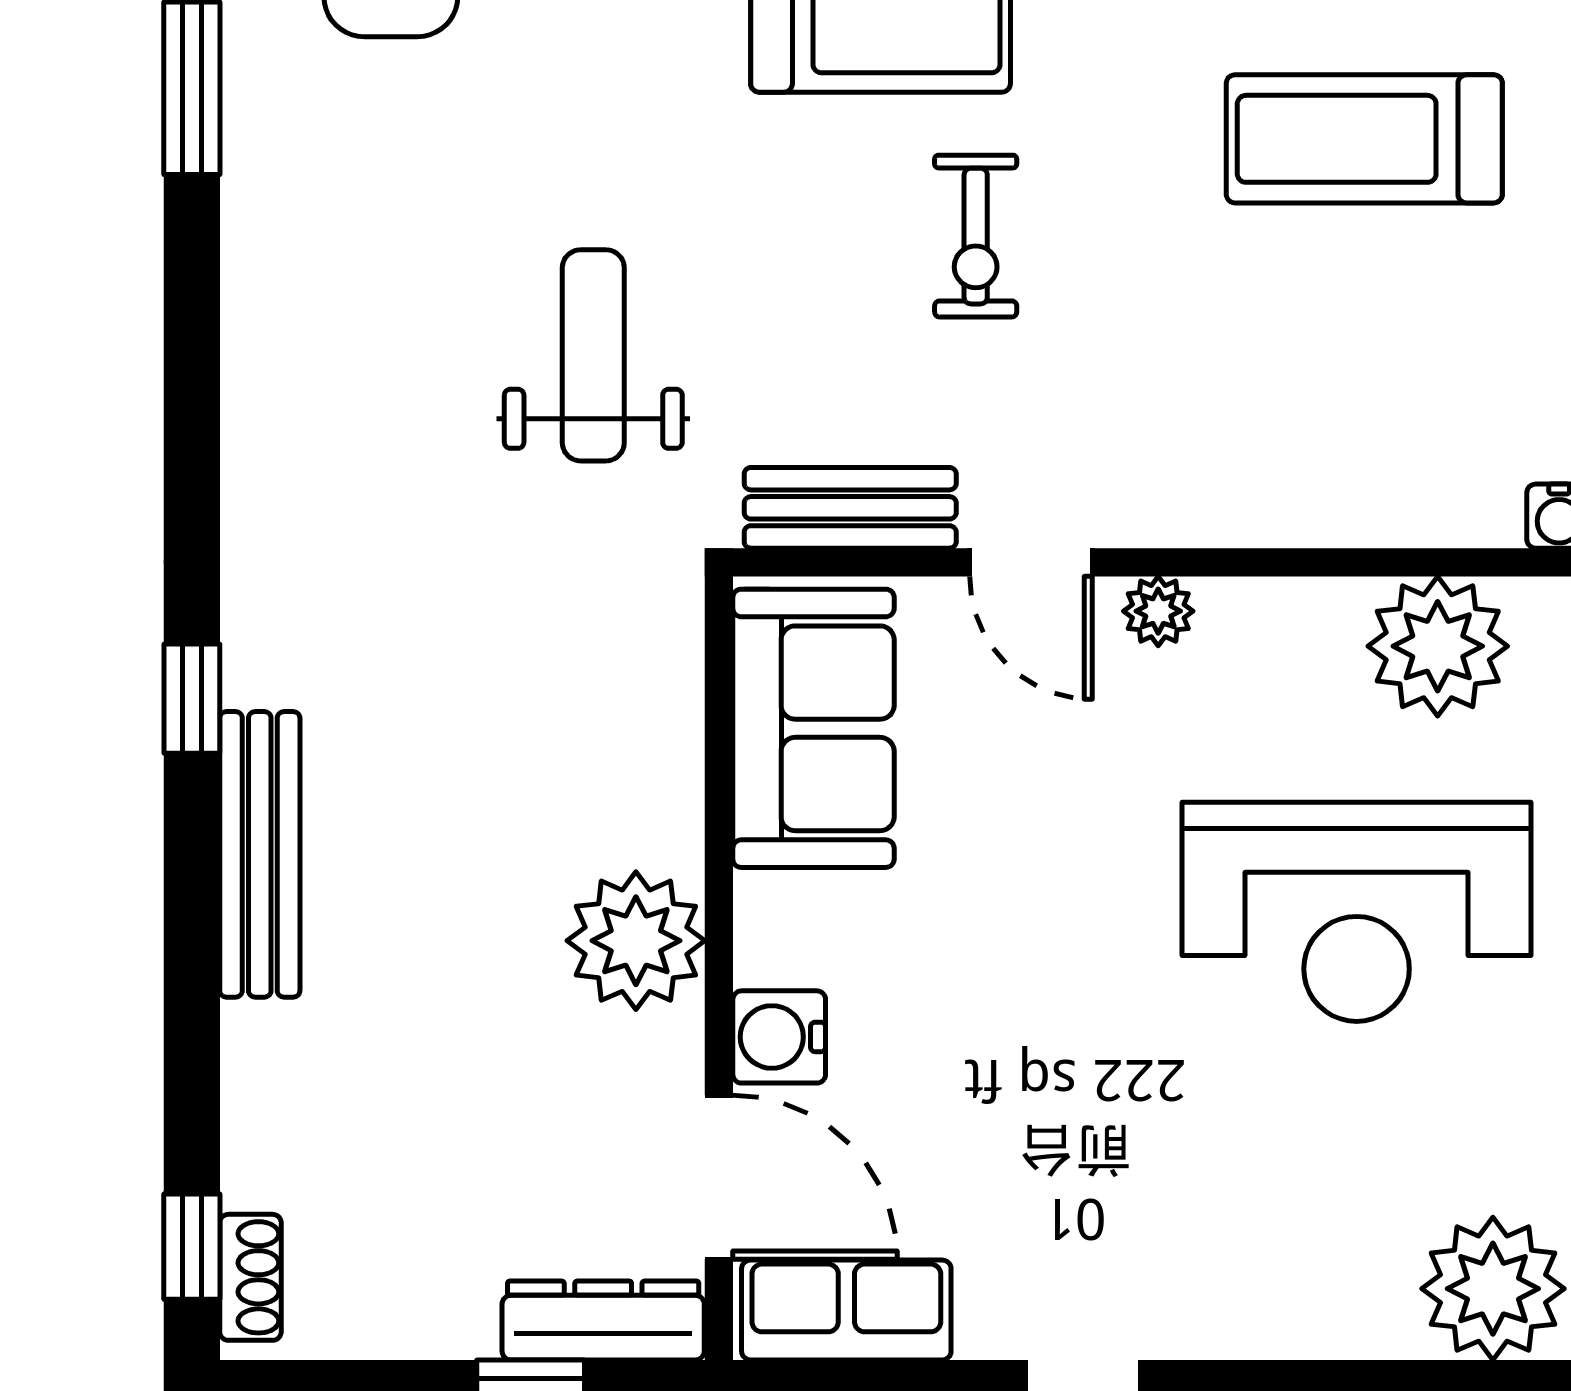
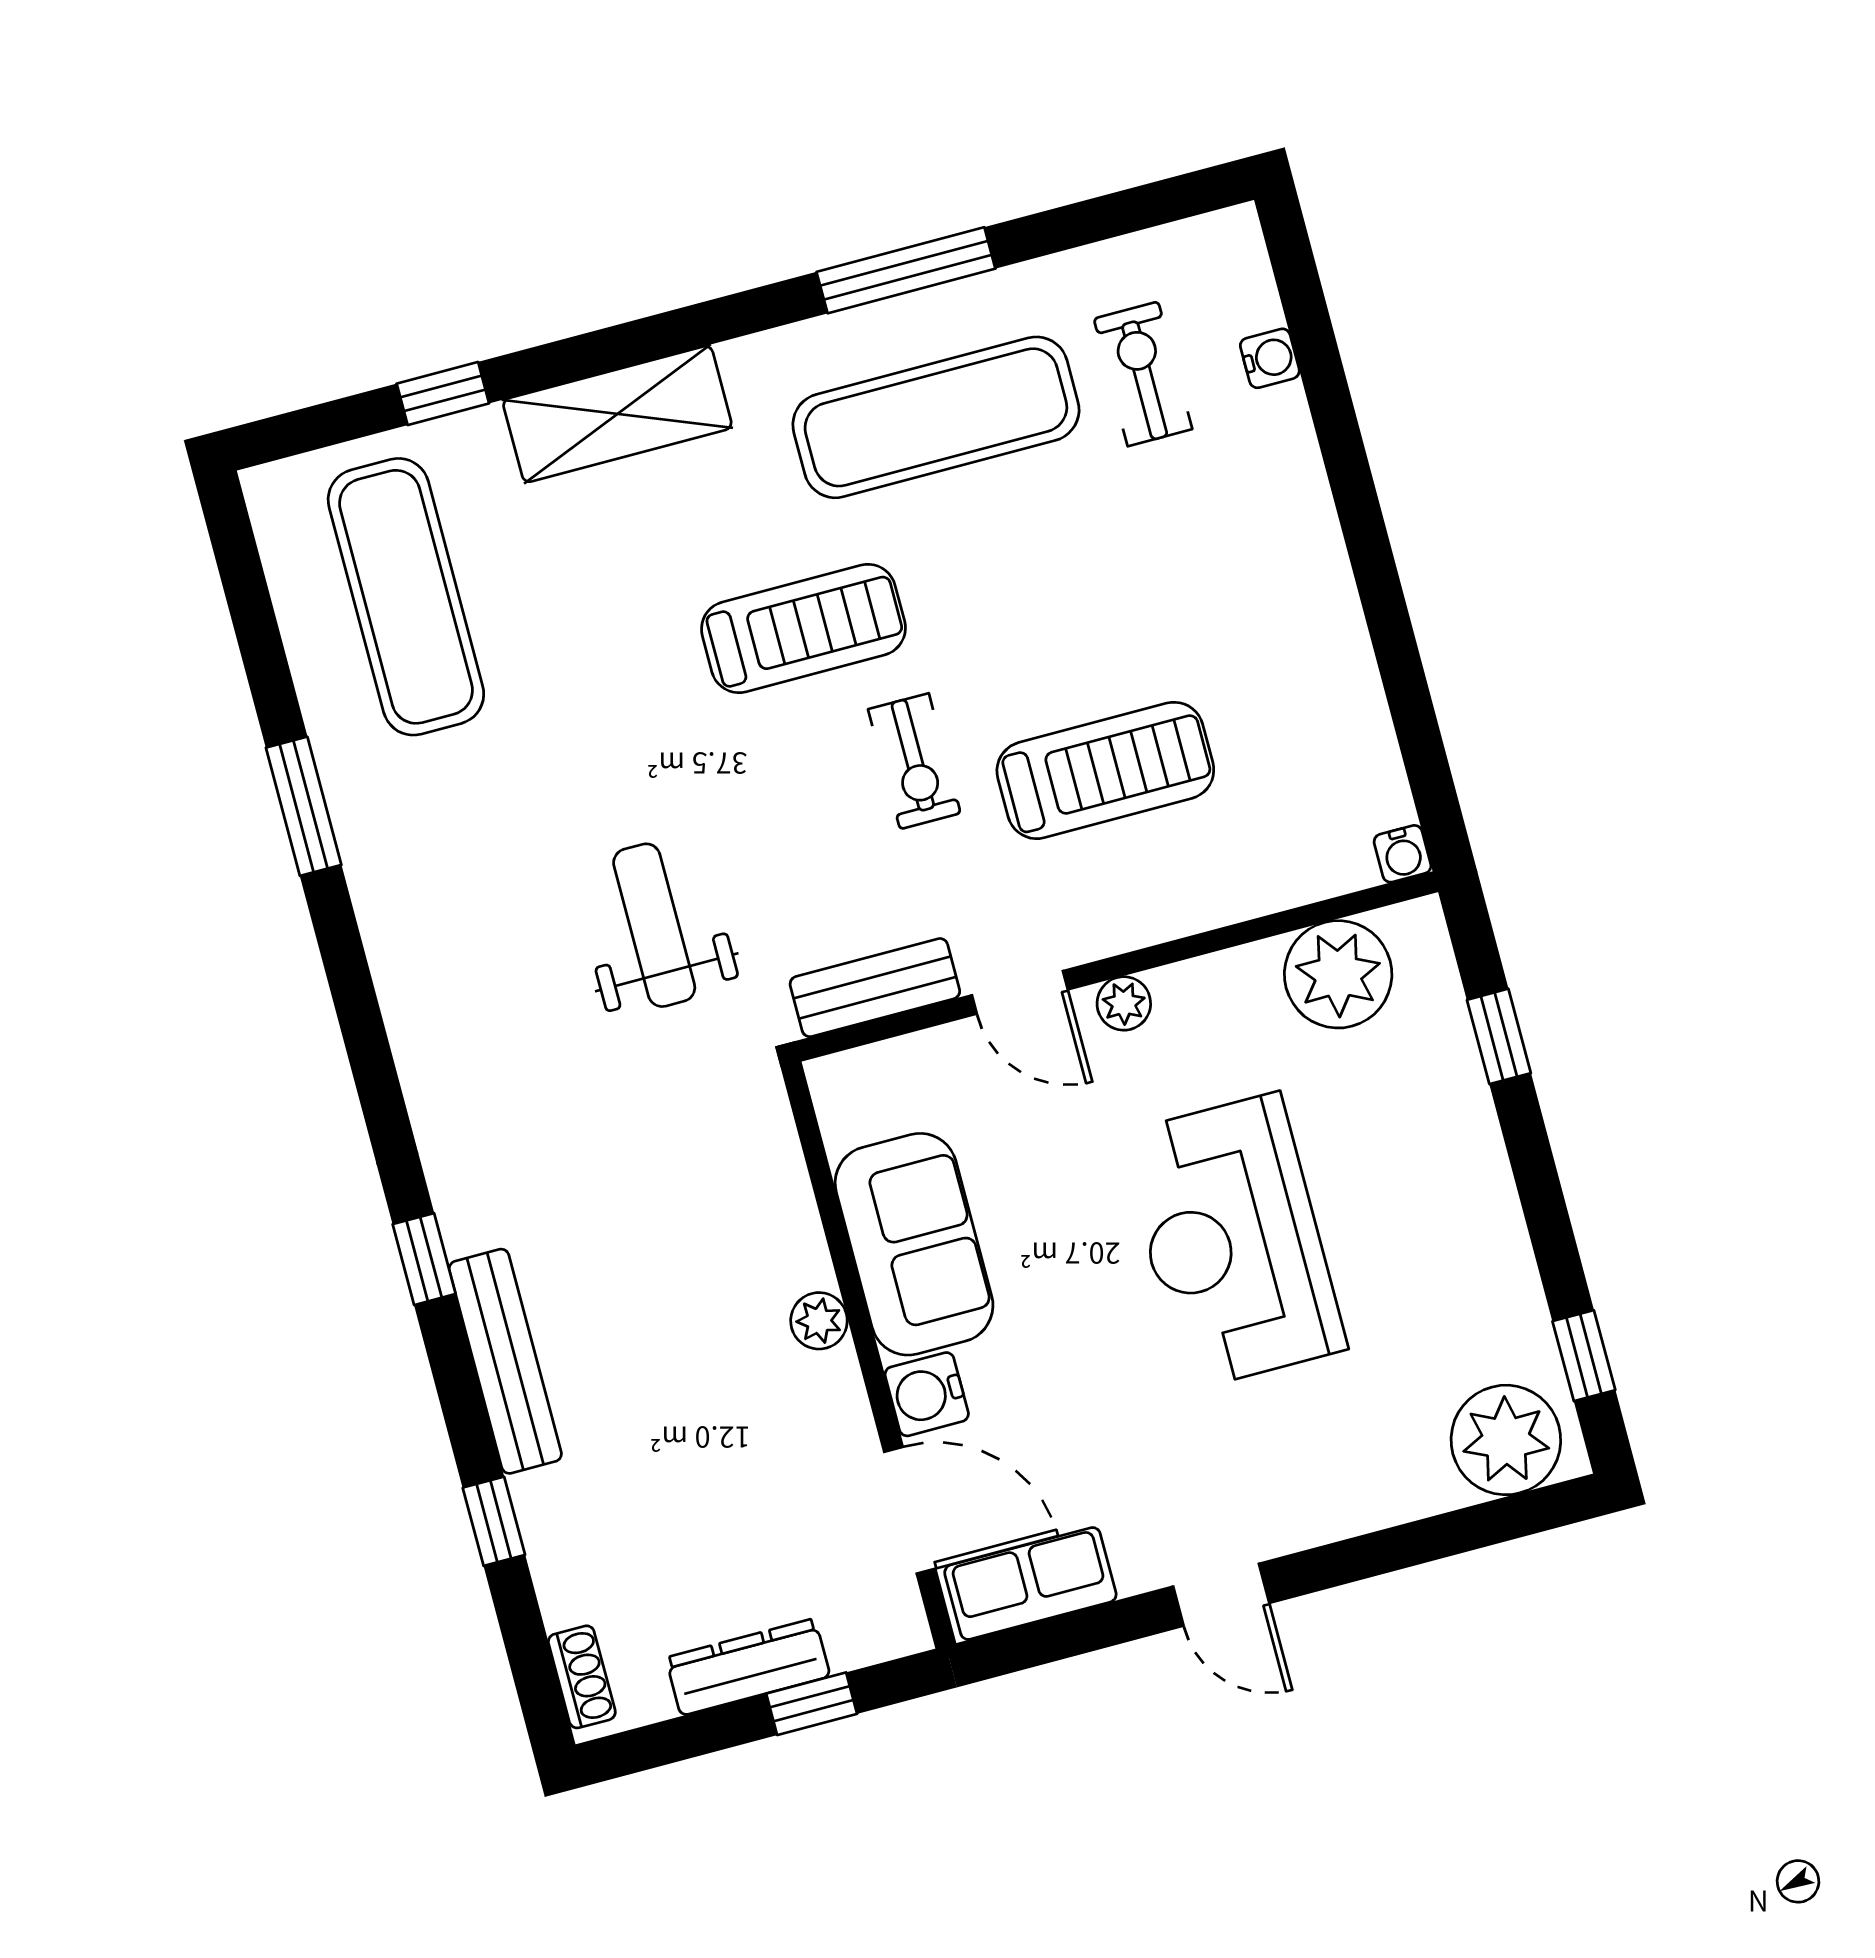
treadmill: (1364, 139) -> (1105, 770), moved, turned 180
sofa: (813, 728) -> (914, 1244), moved
reception desk: (1357, 912) -> (1233, 1241), moved, turned 90
plant: (636, 941) -> (819, 1321), width x0.53, depth x0.53
window: (192, 1247) -> (494, 1521), moved
dresser: (603, 1320) -> (748, 1667), moved

